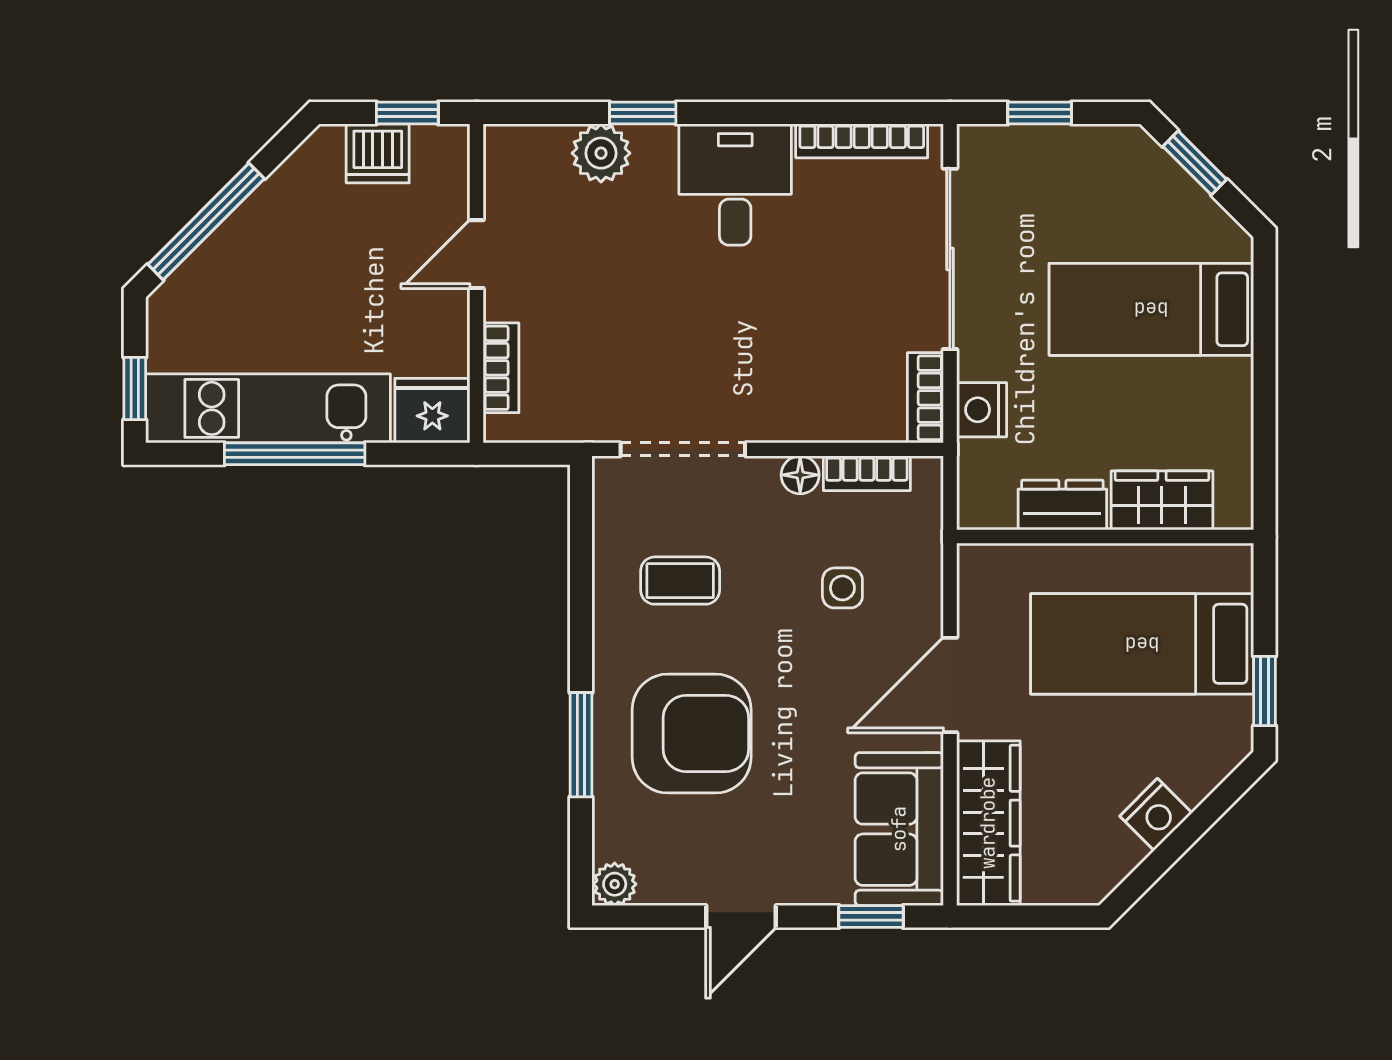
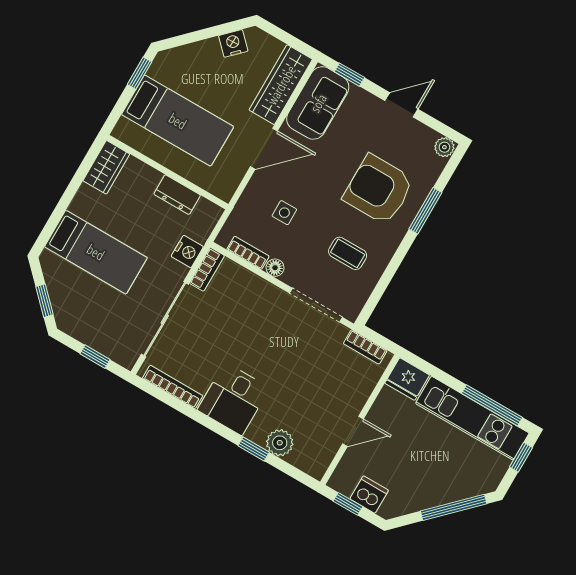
bookcase: (501, 368) -> (365, 347), moved, turned -90
window: (295, 454) -> (492, 405), moved
wardrobe: (1162, 500) -> (106, 167), moved, turned -90
nightstand: (1156, 814) -> (233, 43), moved

